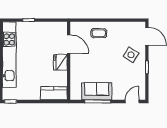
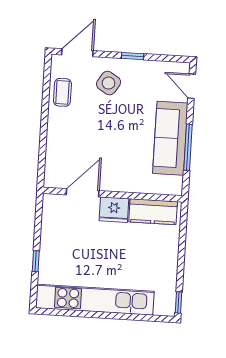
coffee table: (99, 33) -> (62, 92), moved
sofa: (97, 91) -> (170, 138), width x1.36
kitchen counter: (54, 93) -> (153, 212), moved, turned -90

